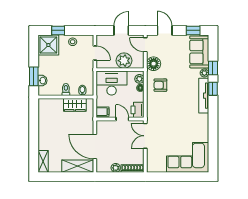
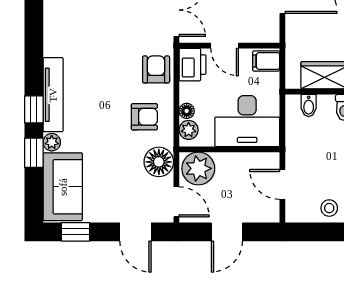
plant: (124, 61) -> (198, 168), moved
armchair: (155, 108) -> (156, 69), added

